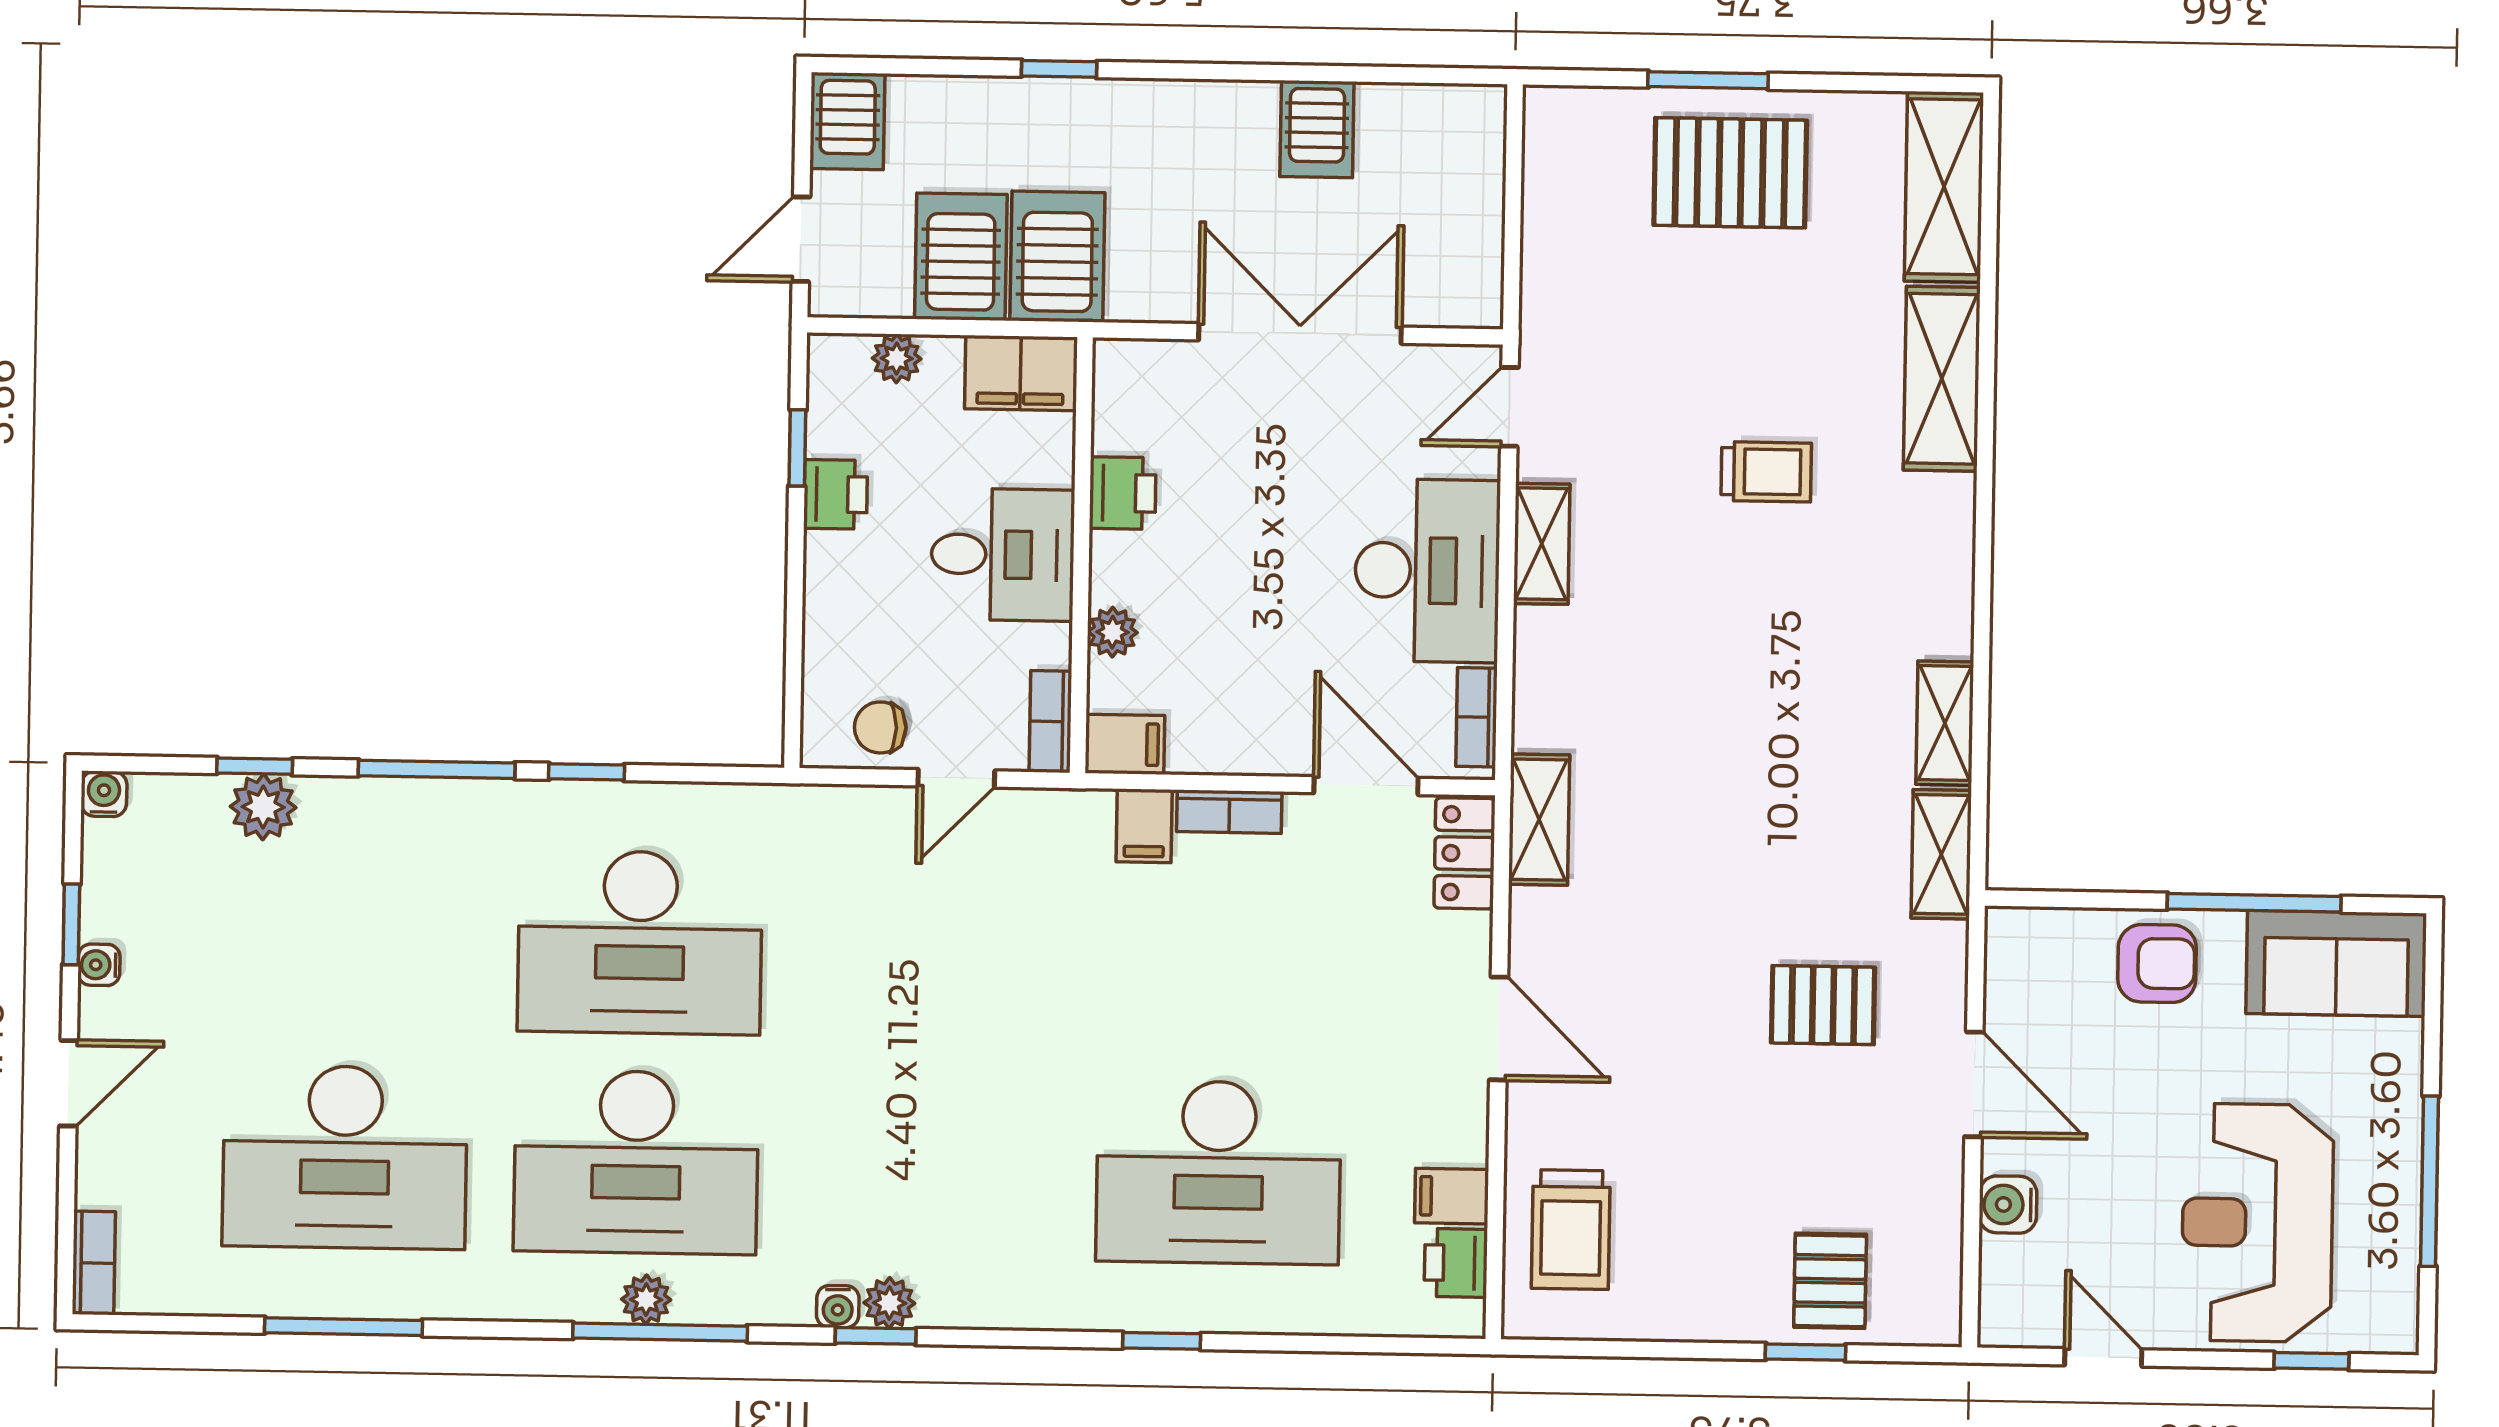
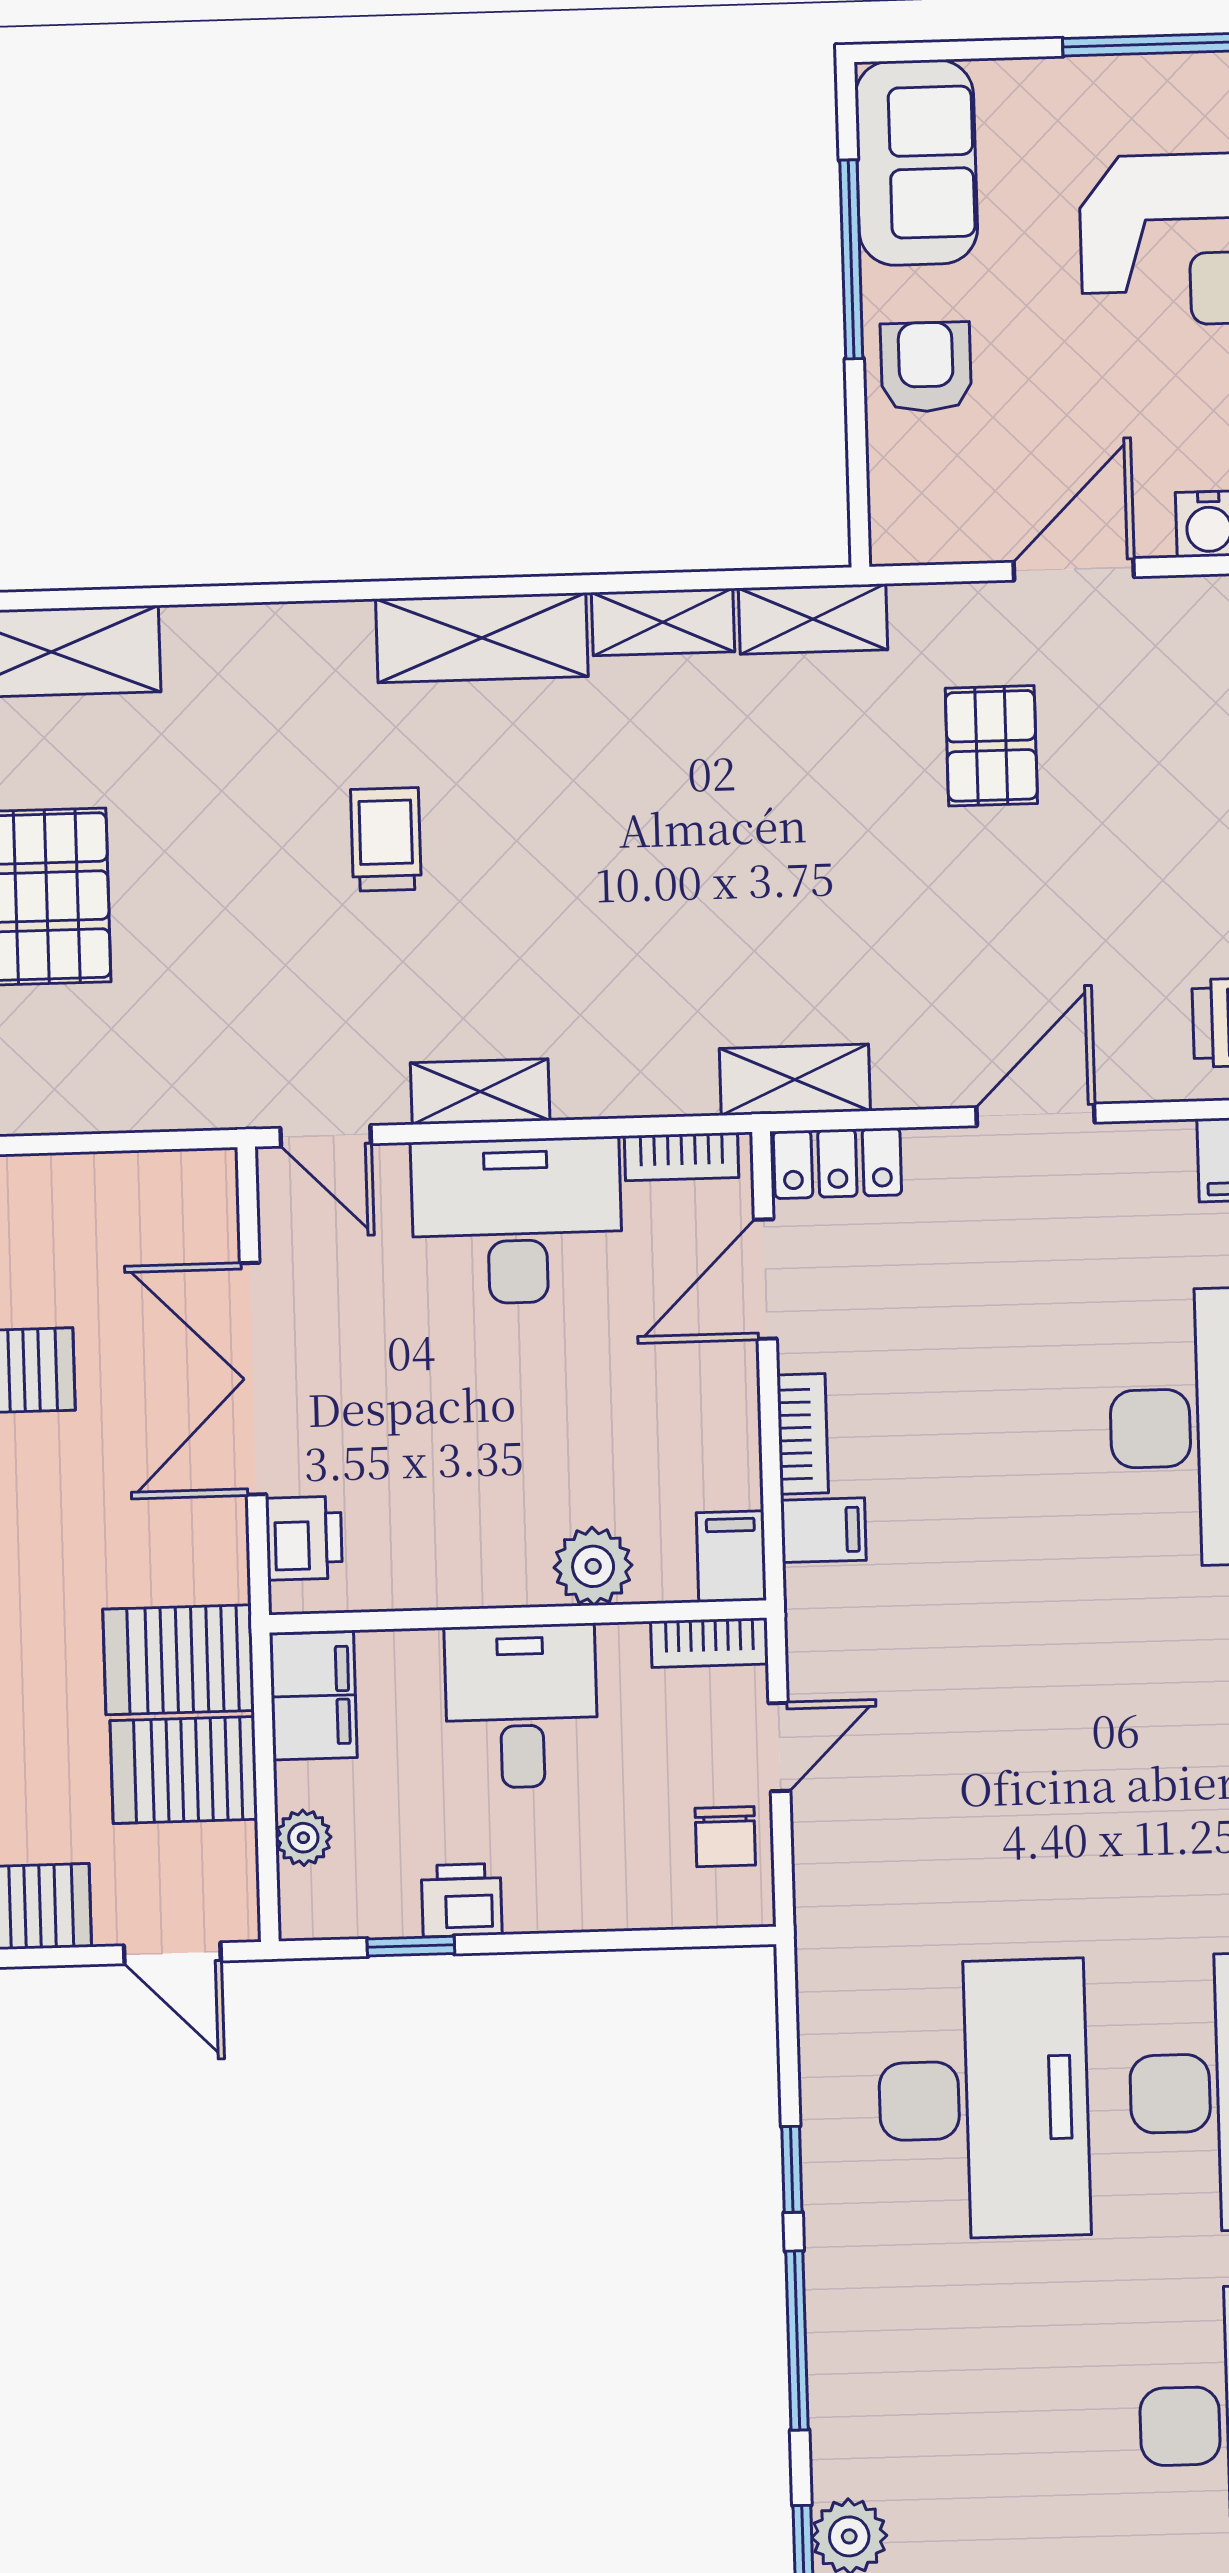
shelving: (1942, 379) -> (482, 638), moved
printer: (1123, 493) -> (304, 1538), moved, turned 90
plant: (1112, 632) -> (593, 1566), width x1.38, depth x1.38
door: (956, 778) -> (779, 1747), hinge flipped

